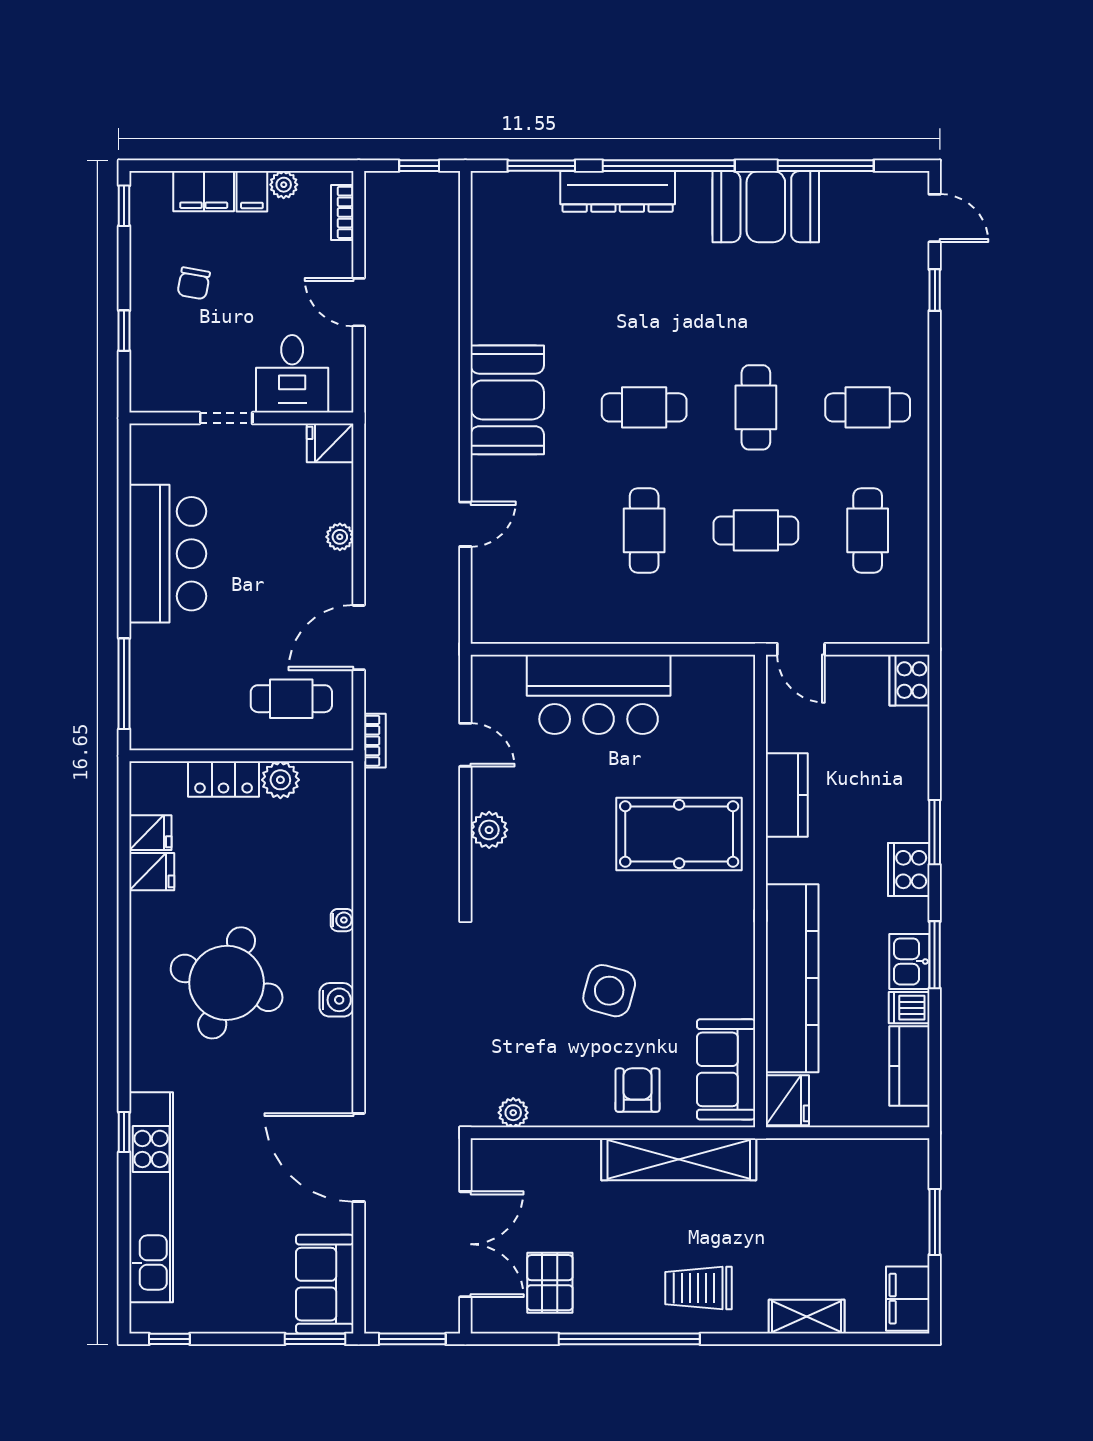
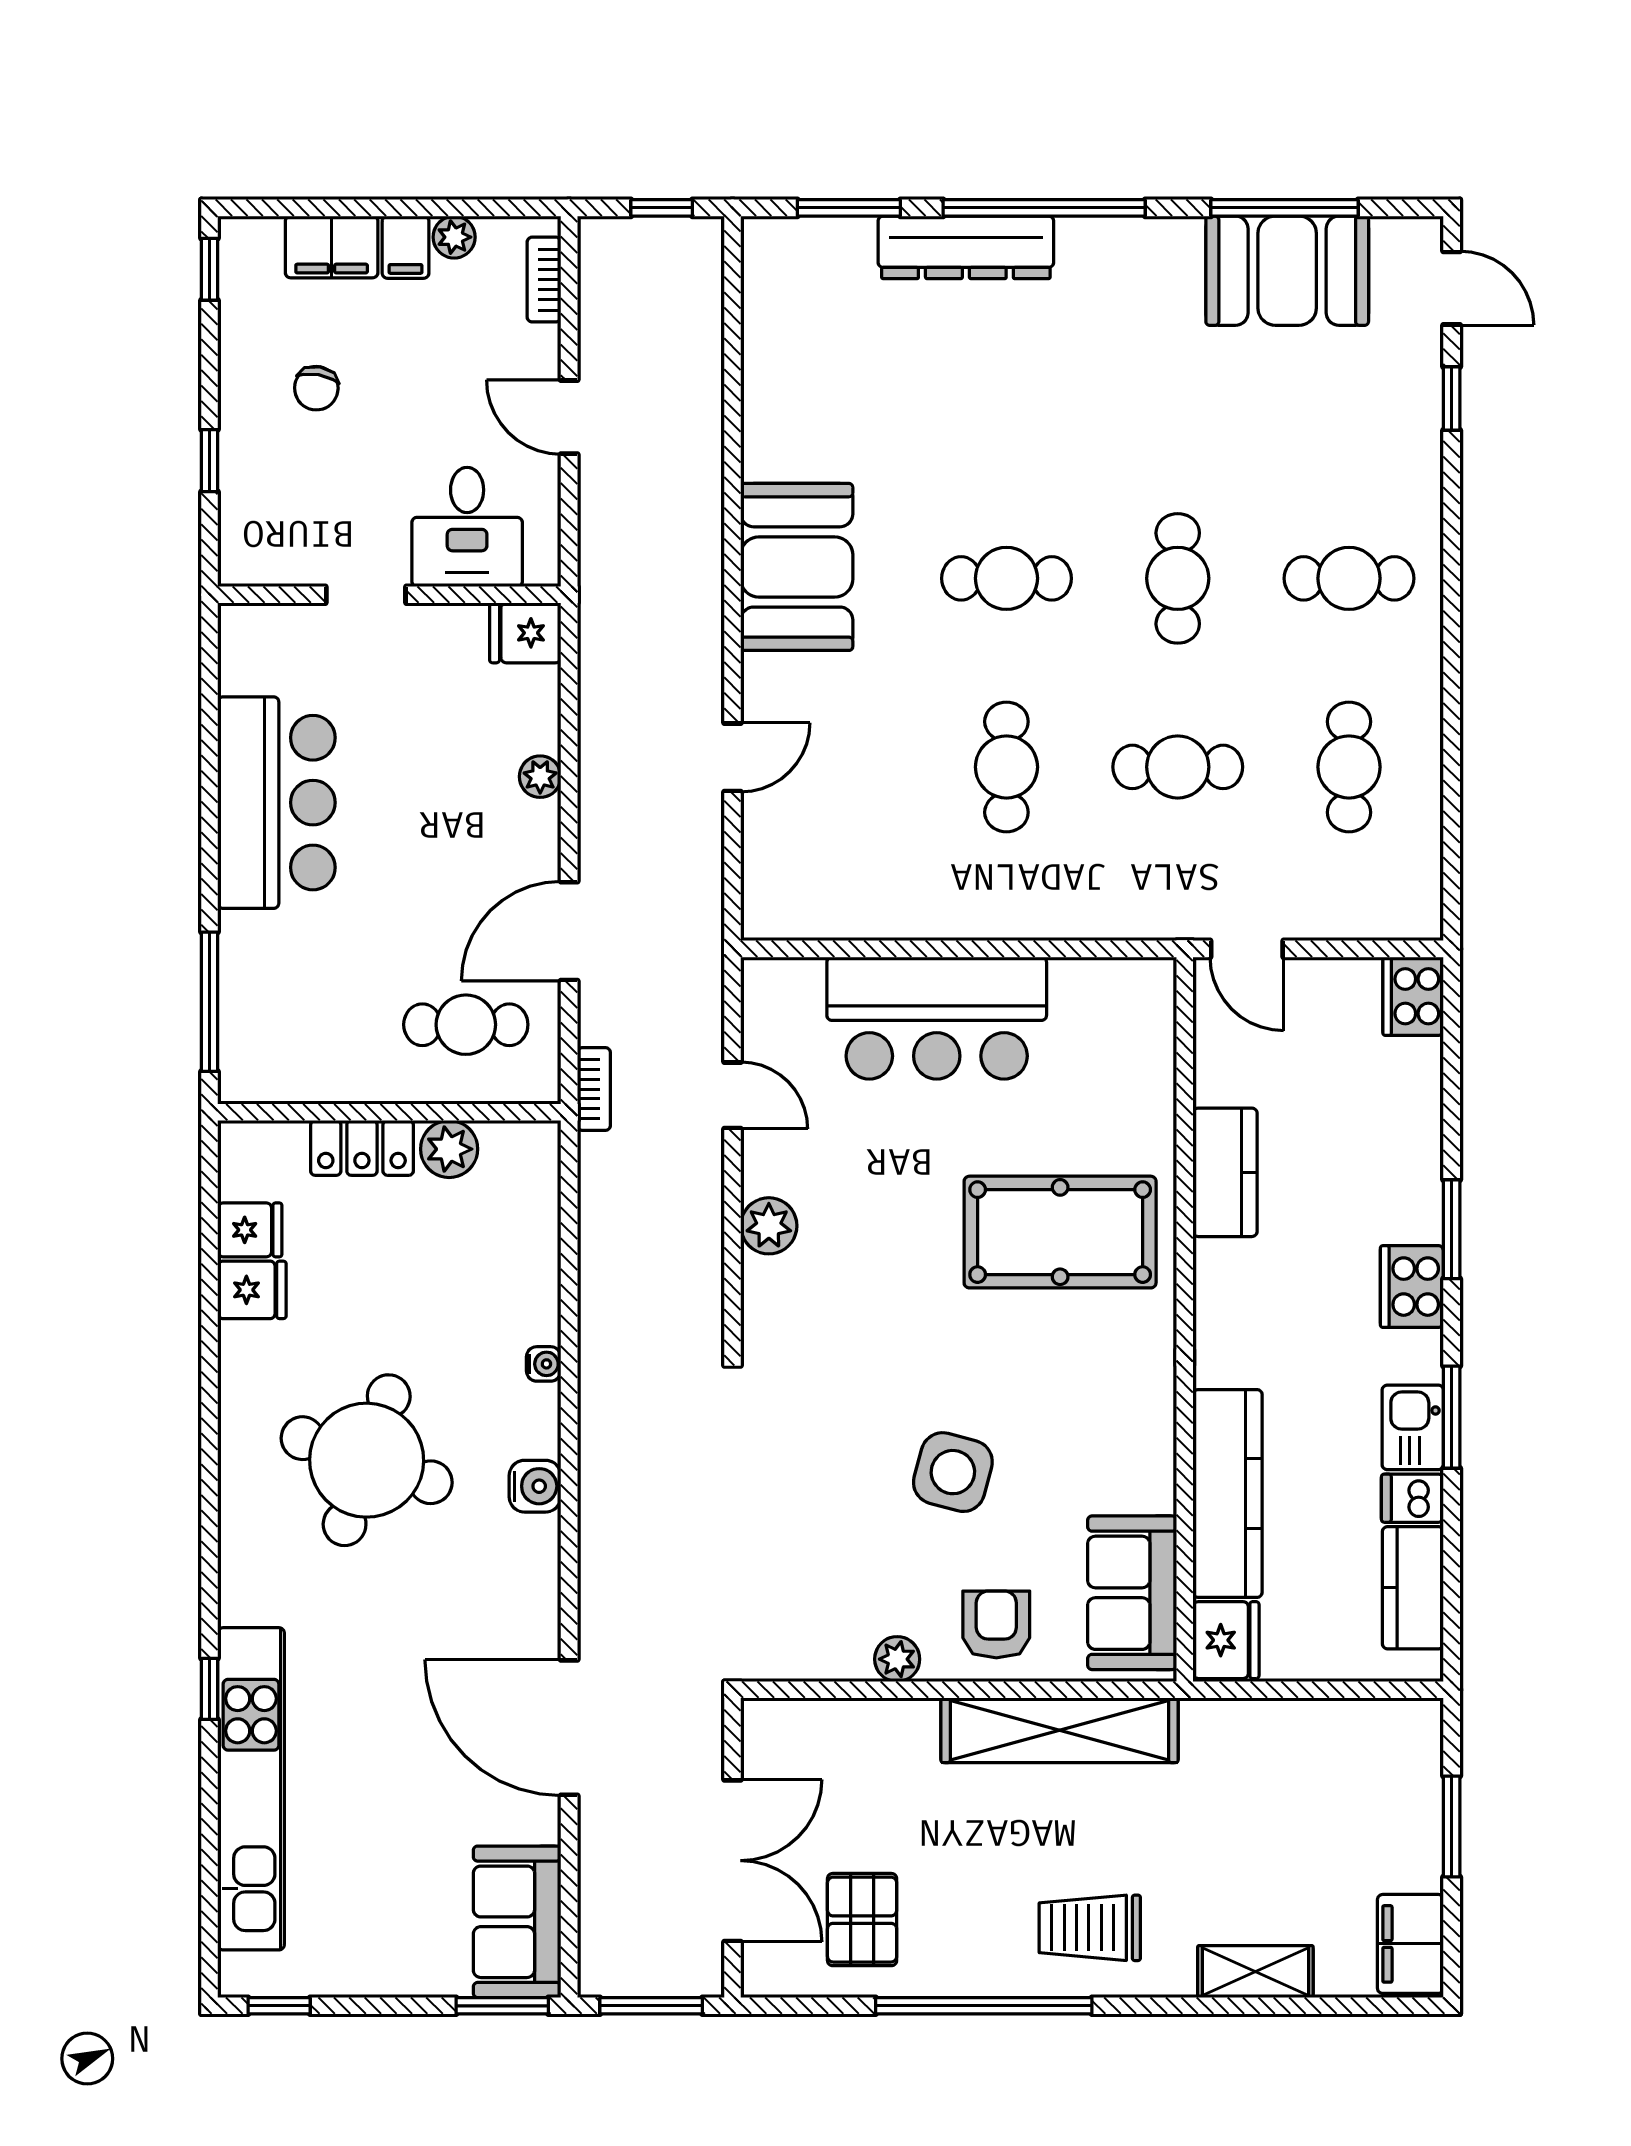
booth: (766, 207) -> (1287, 271), moved
kitchen counter: (792, 978) -> (1228, 1493), width x0.72, depth x0.86
plant: (513, 1113) -> (897, 1659), moved

